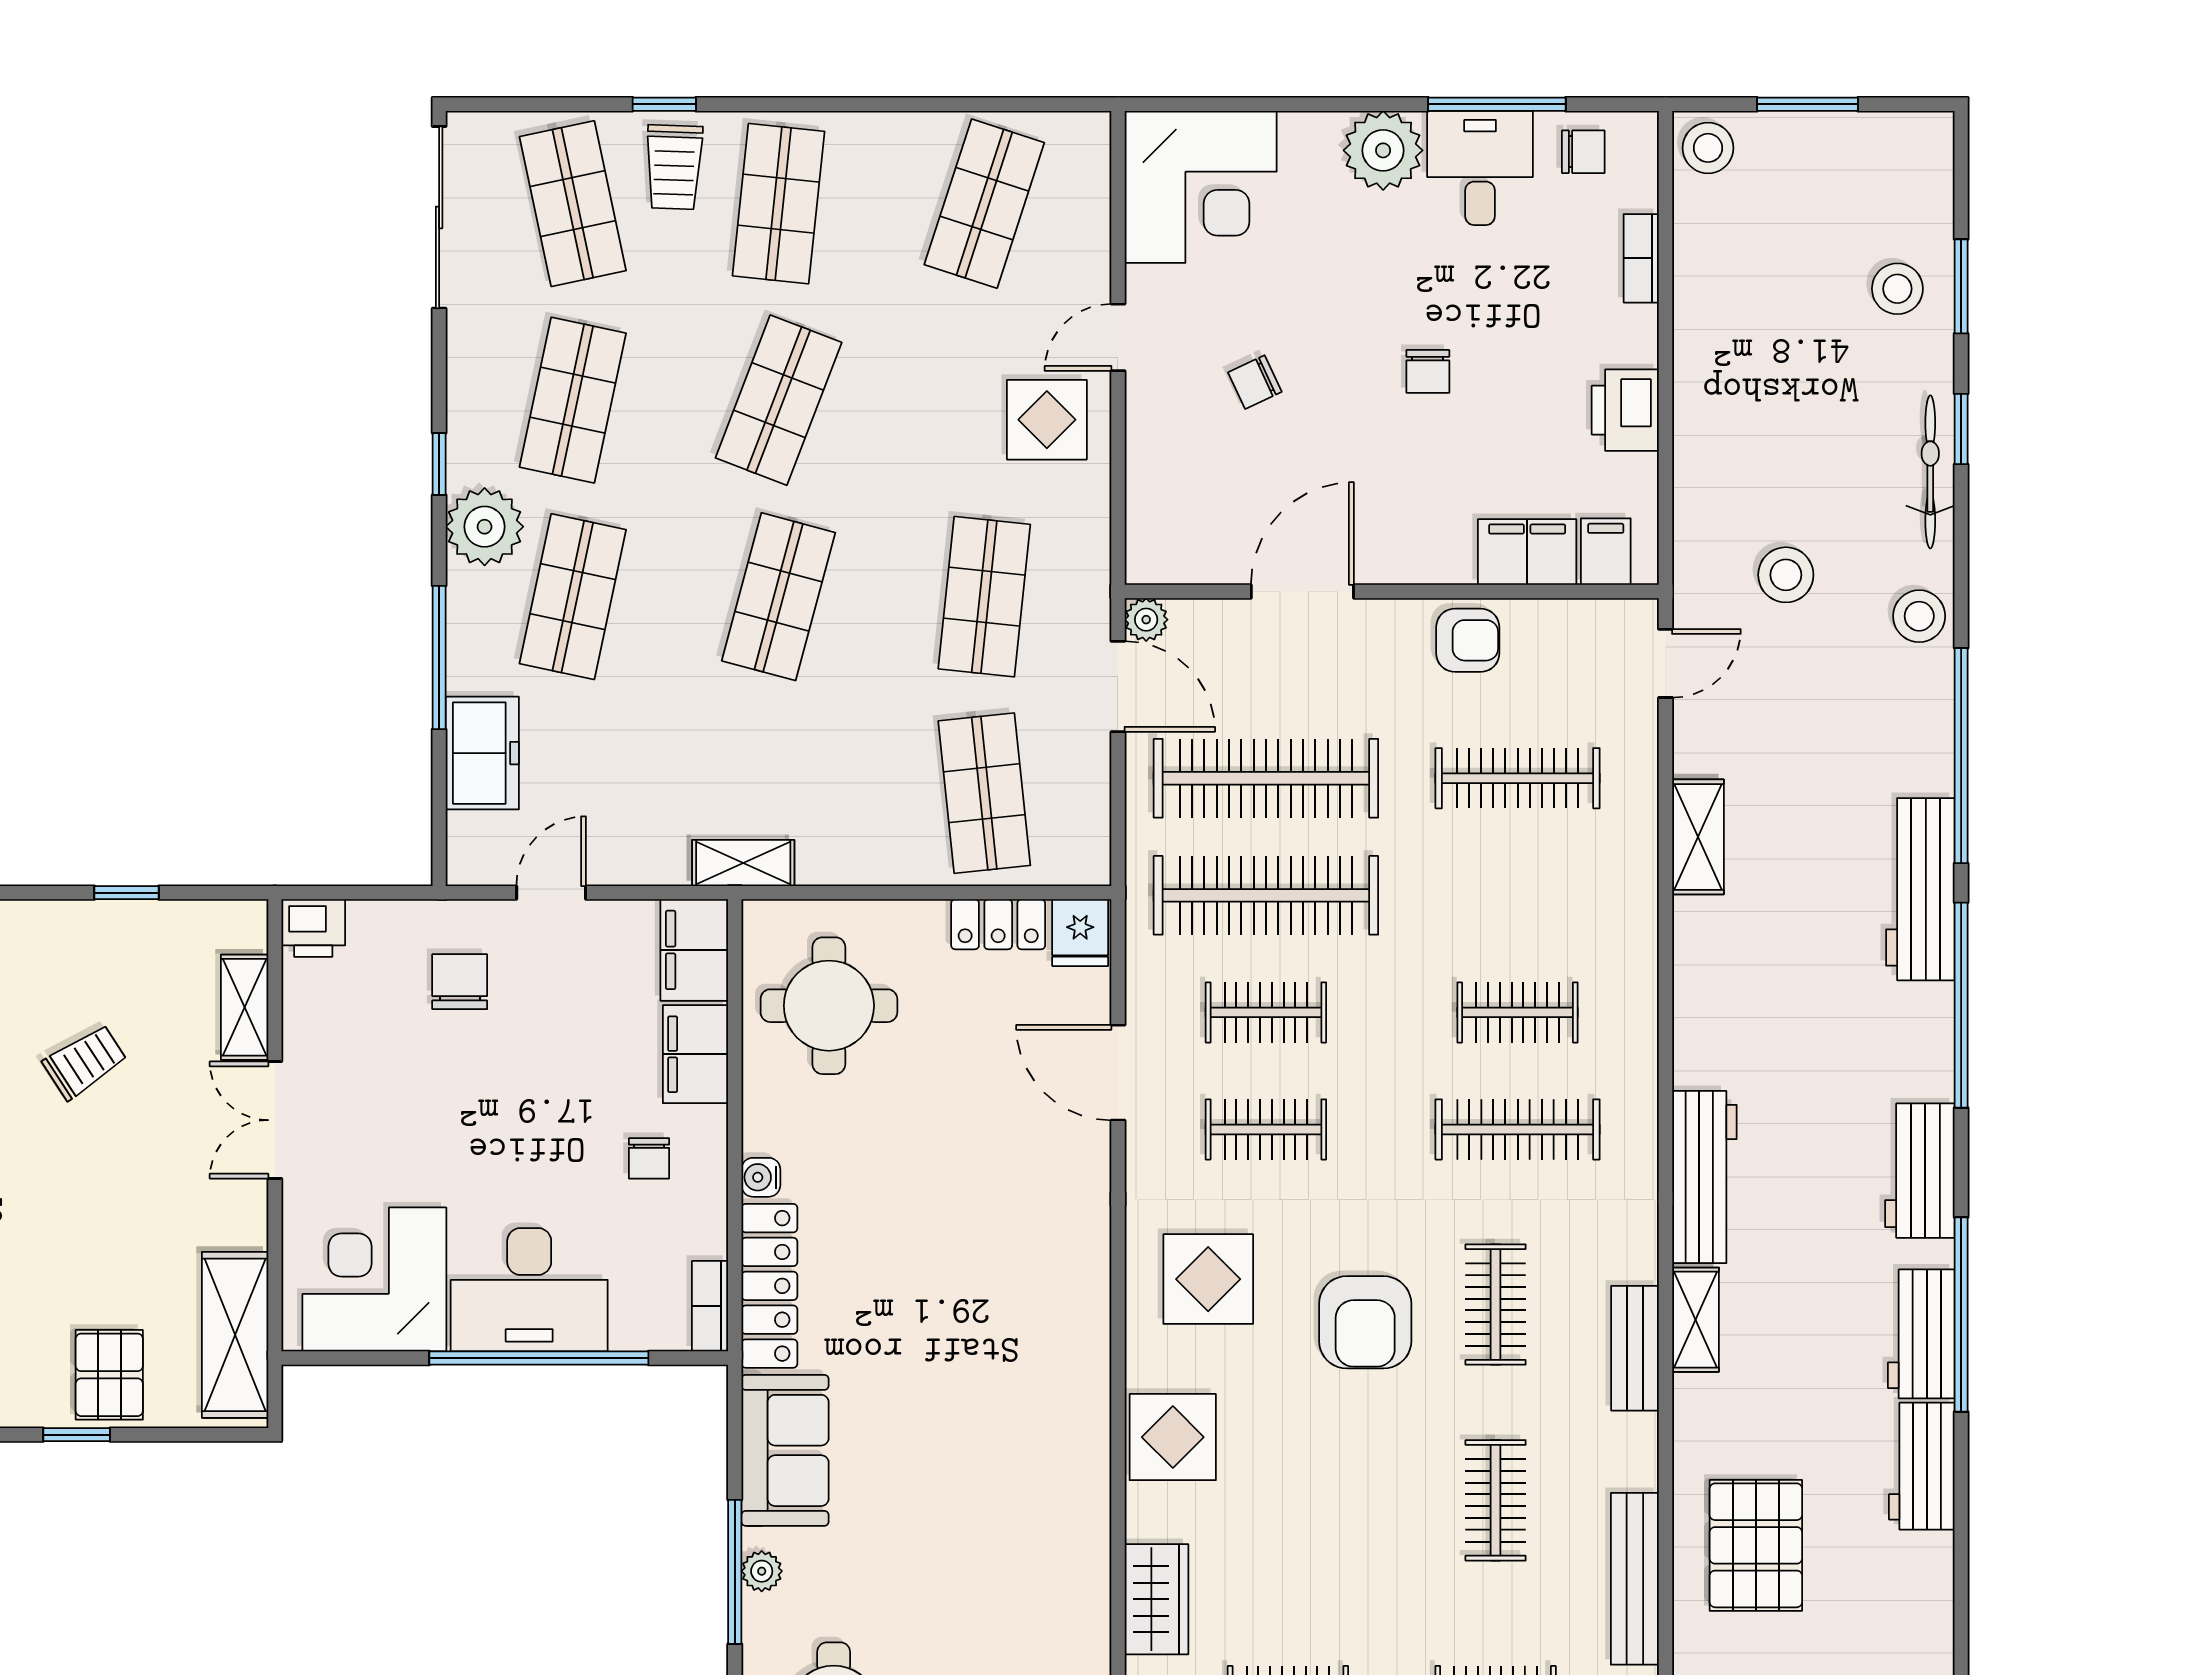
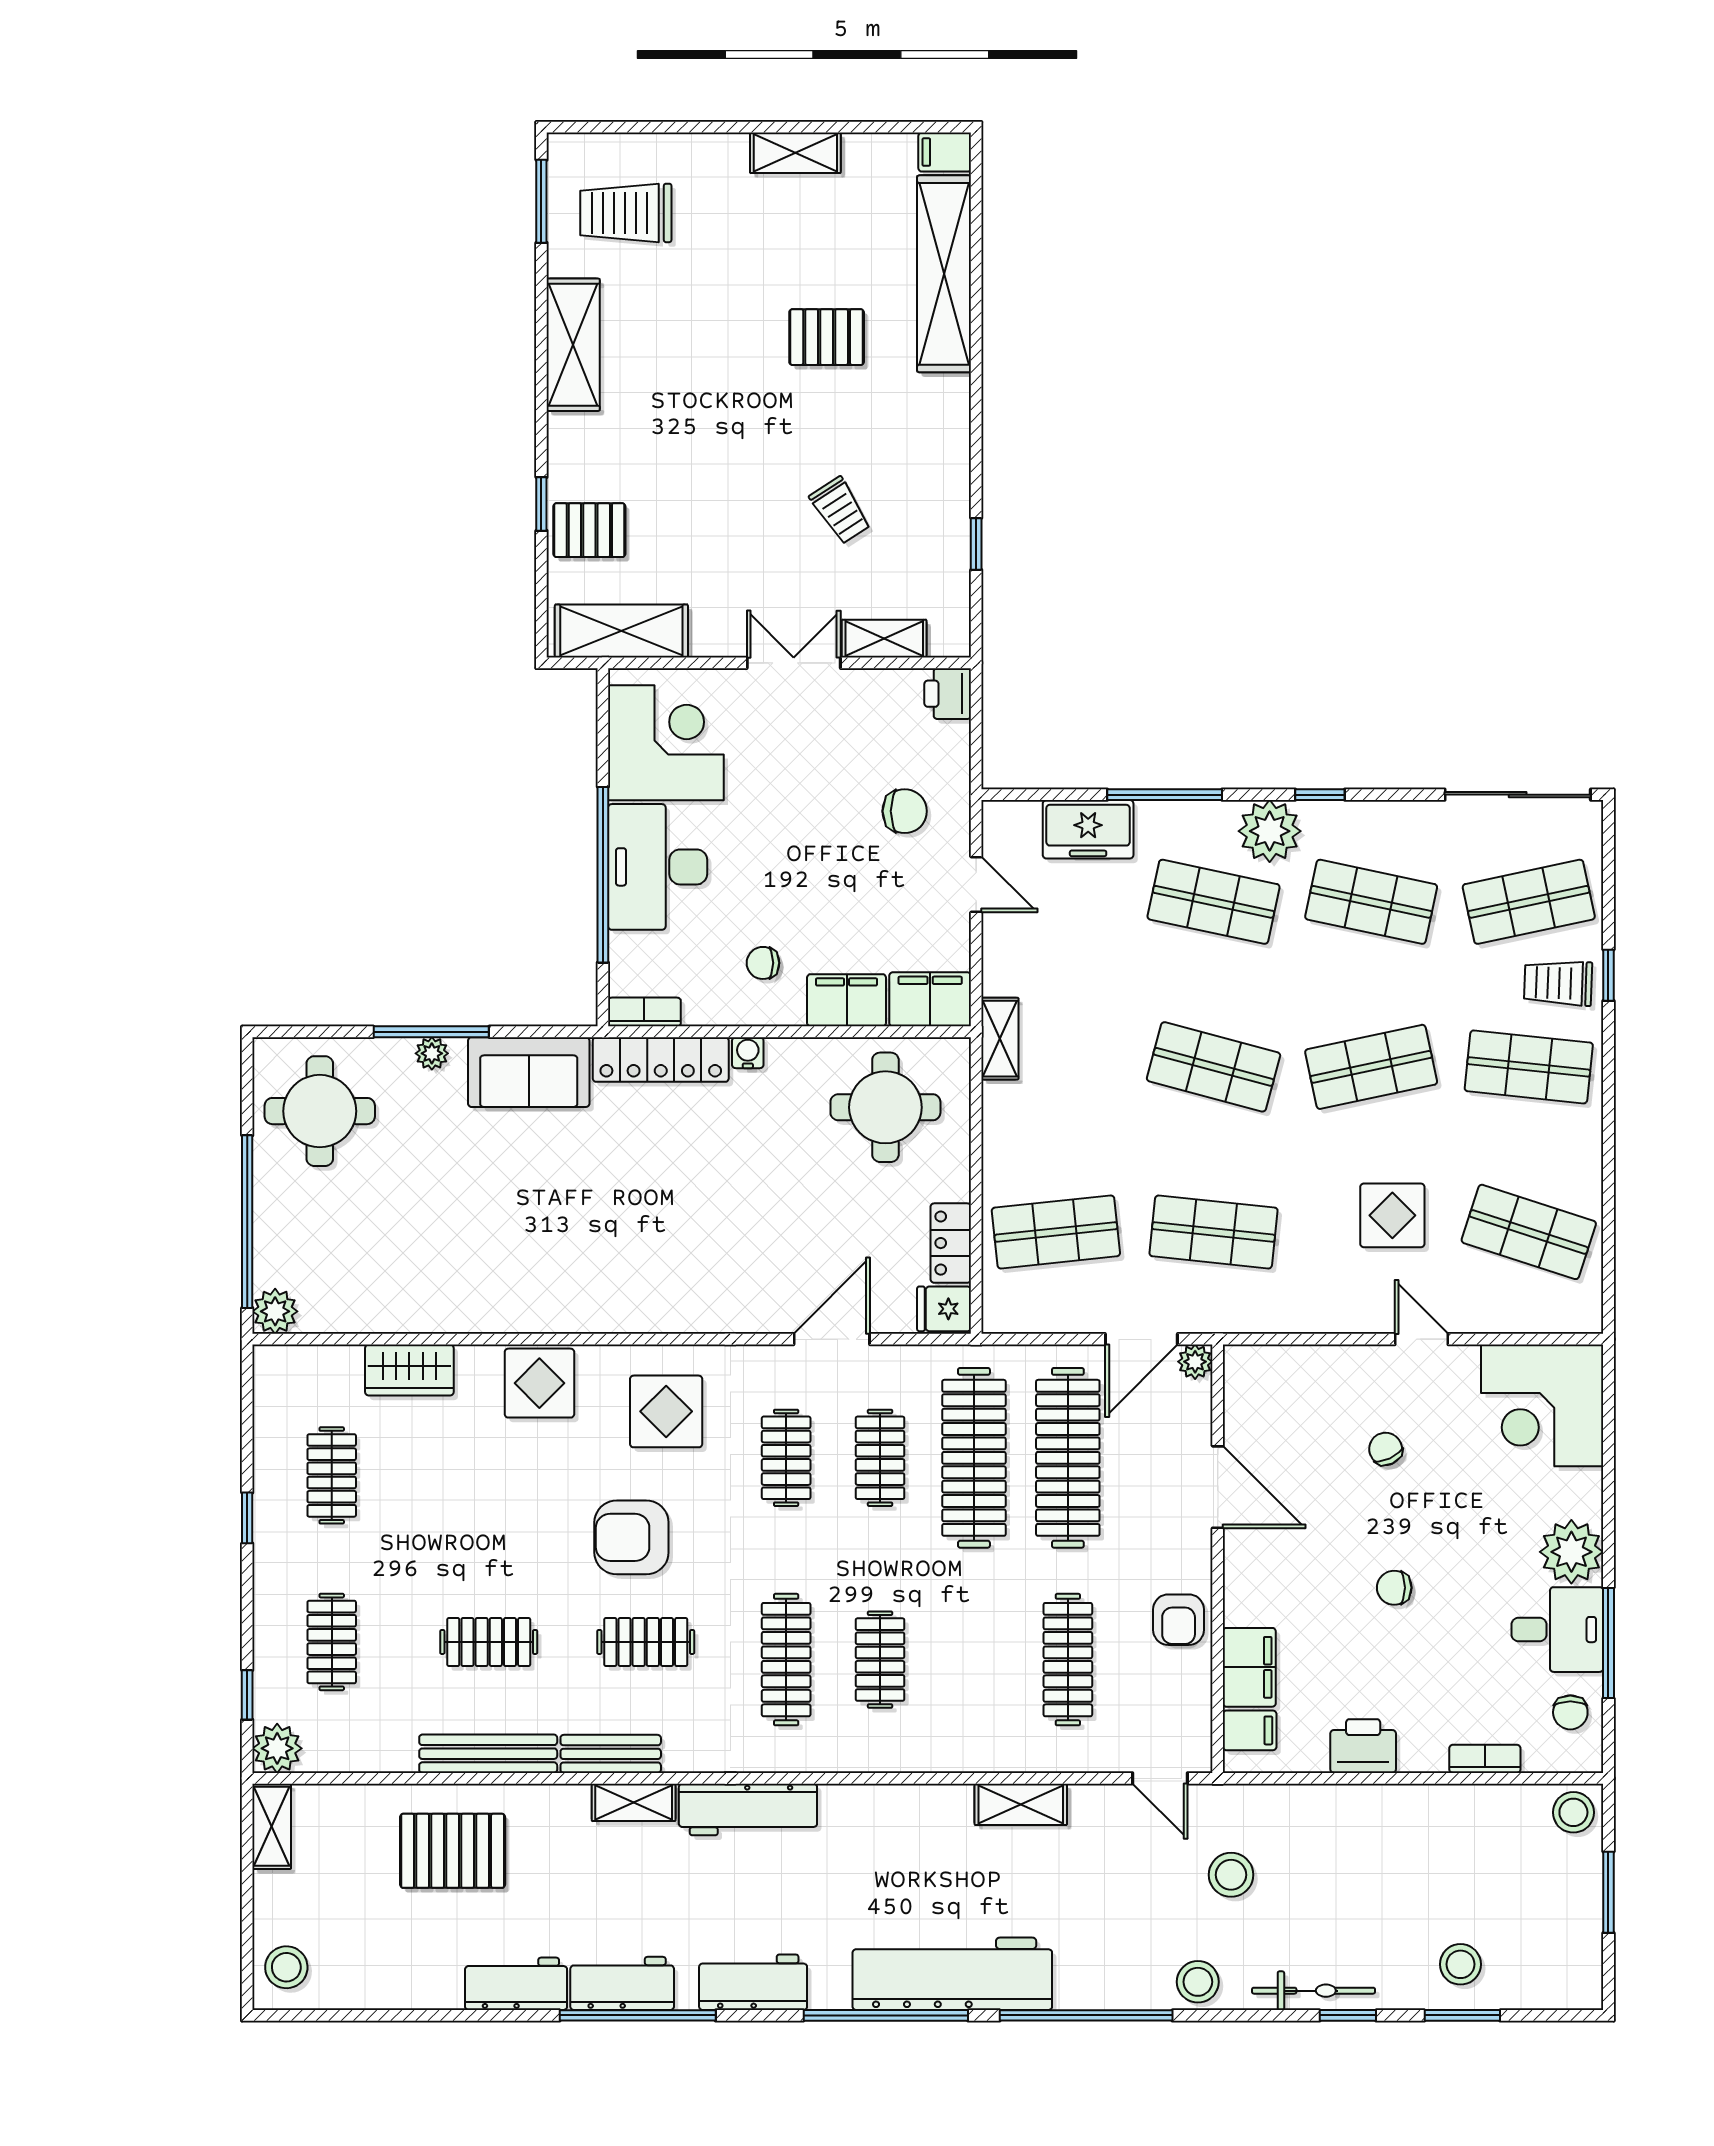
shop shelf: (779, 400) -> (1371, 1067), turned -33
display table: (1047, 420) -> (1392, 1215), moved
workbench: (1920, 889) -> (952, 1974), width x1.36, depth x1.32
bench: (1635, 1579) -> (488, 1754), moved

